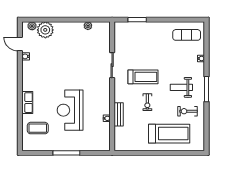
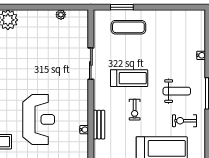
exercise mat: (187, 35) -> (128, 27), moved
weight bench: (181, 87) -> (177, 91), turned 180
reception desk: (70, 110) -> (39, 119), turned 180

